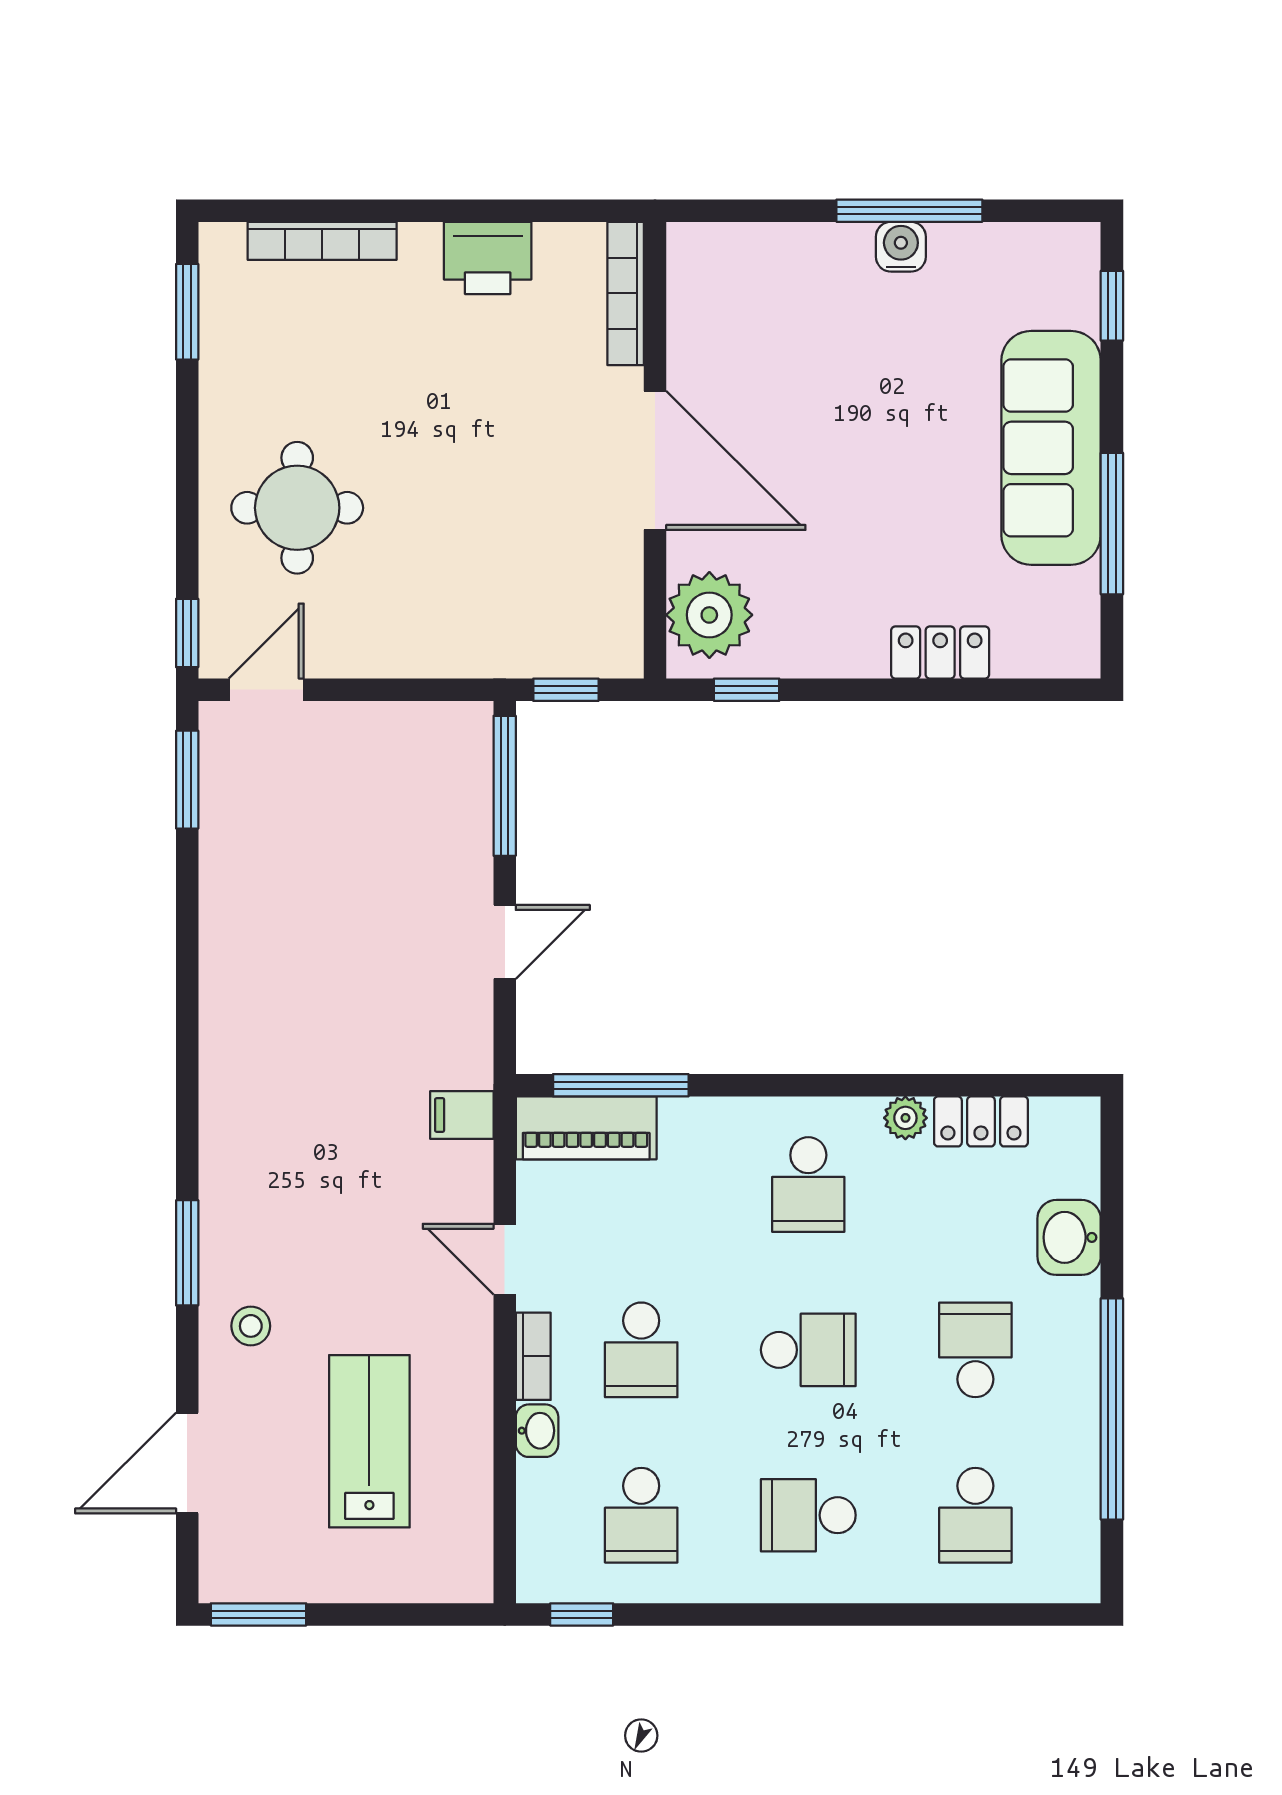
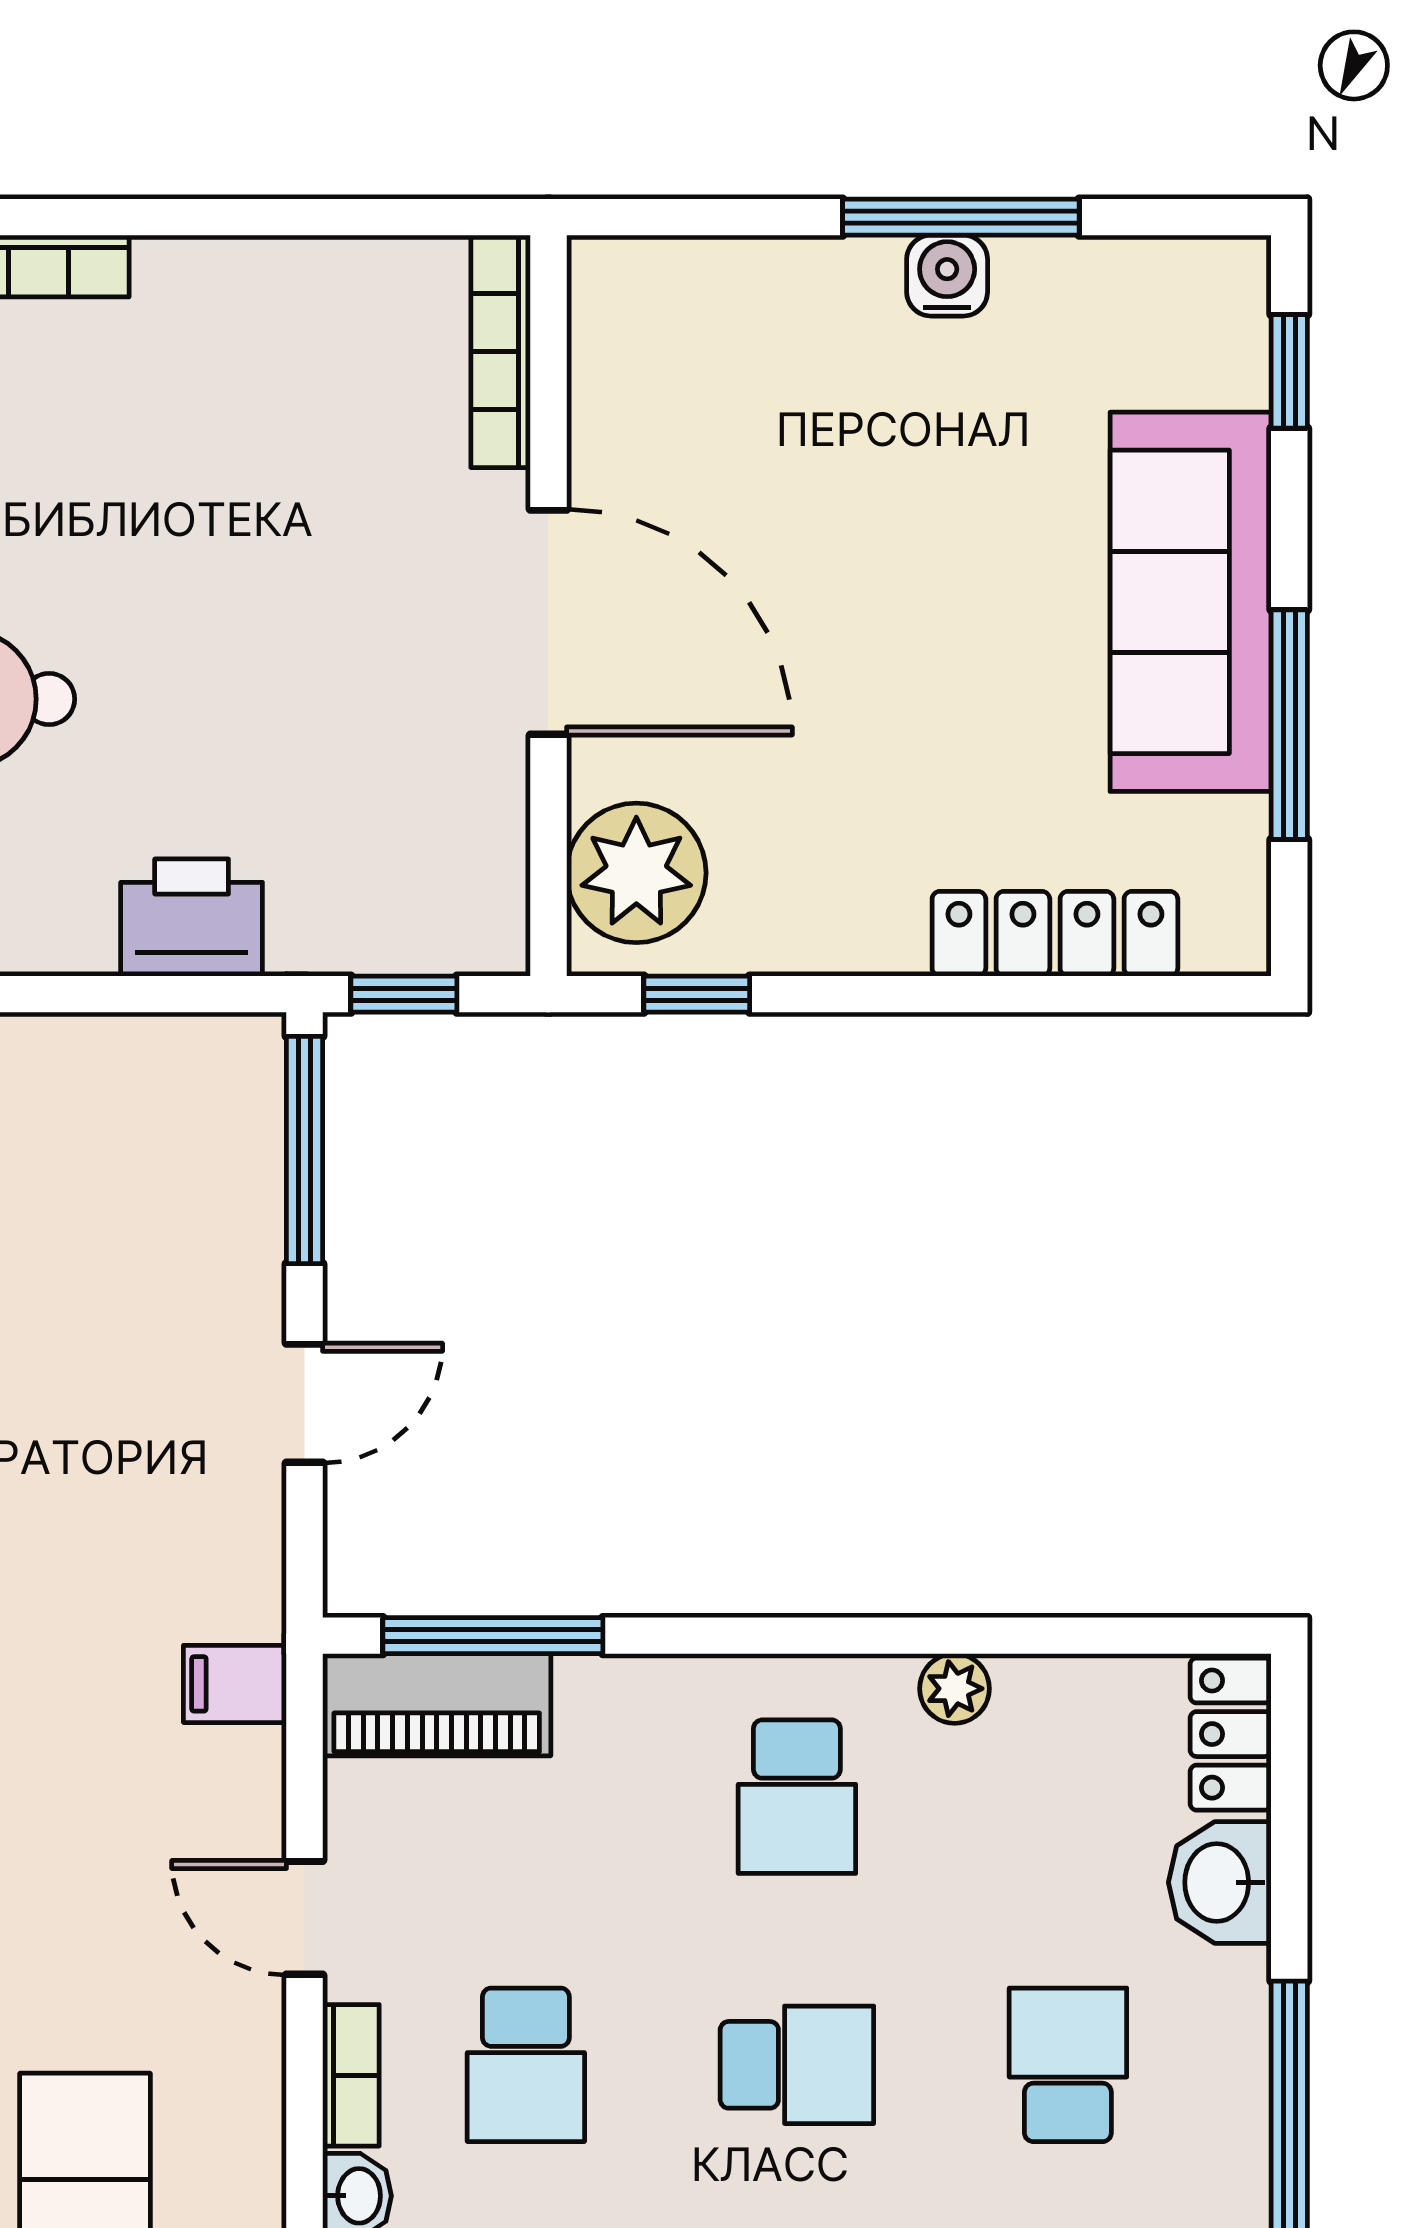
printer: (488, 258) -> (192, 917), moved, turned 180
locker: (940, 652) -> (1055, 934), width x1.53
locker: (981, 1121) -> (1231, 1734), moved, turned 90

